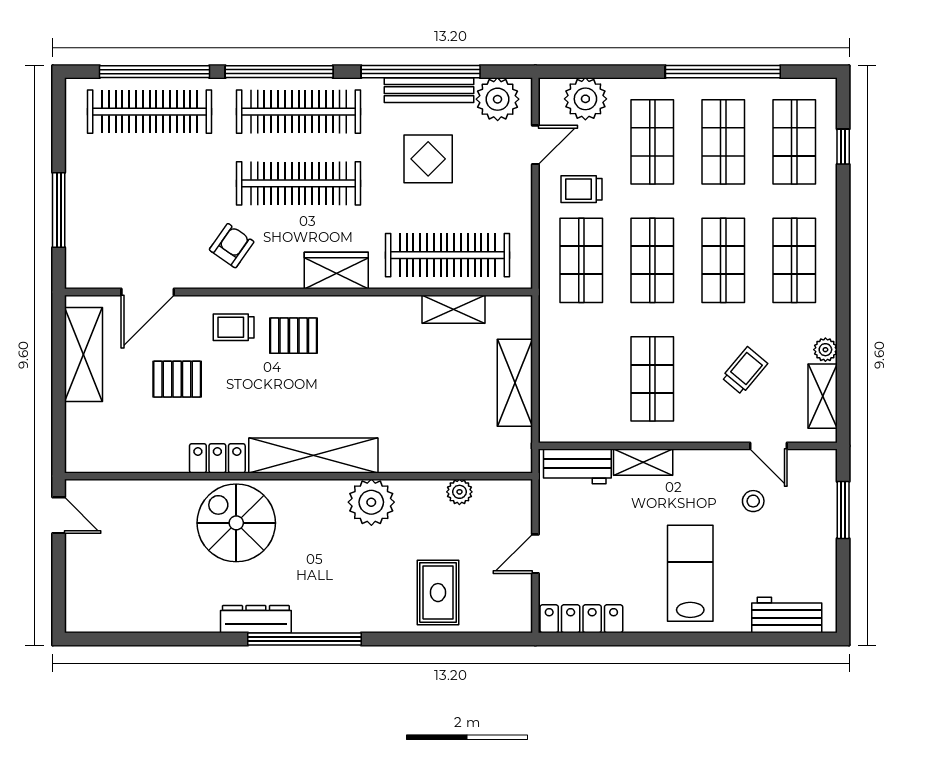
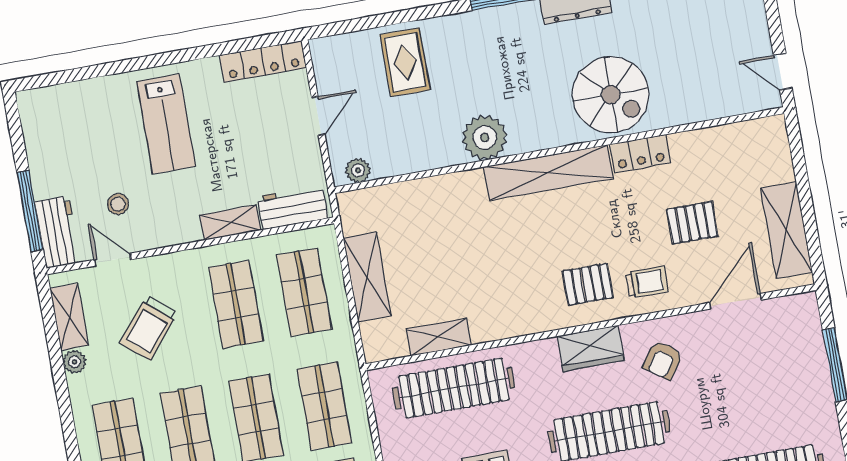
wardrobe: (336, 271) -> (591, 348), moved
trolley: (745, 371) -> (149, 328), width x1.36, depth x1.39
shop shelf: (581, 379) -> (304, 292), added
plant: (459, 492) -> (358, 170), moved
window: (843, 510) -> (30, 211), width x1.44
workbench: (787, 615) -> (58, 232), moved, turned -90

